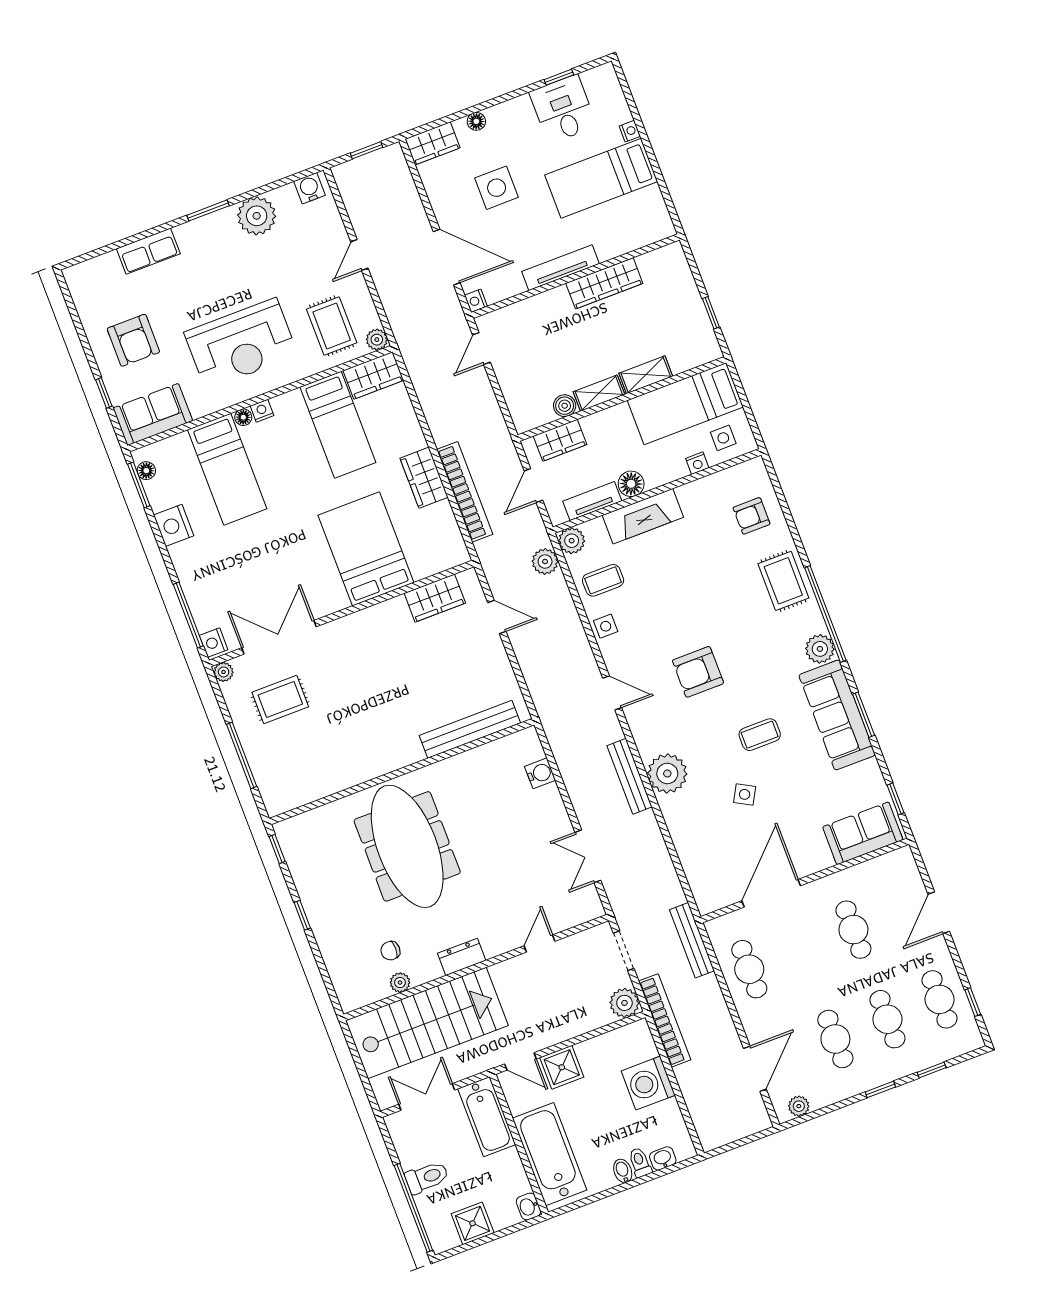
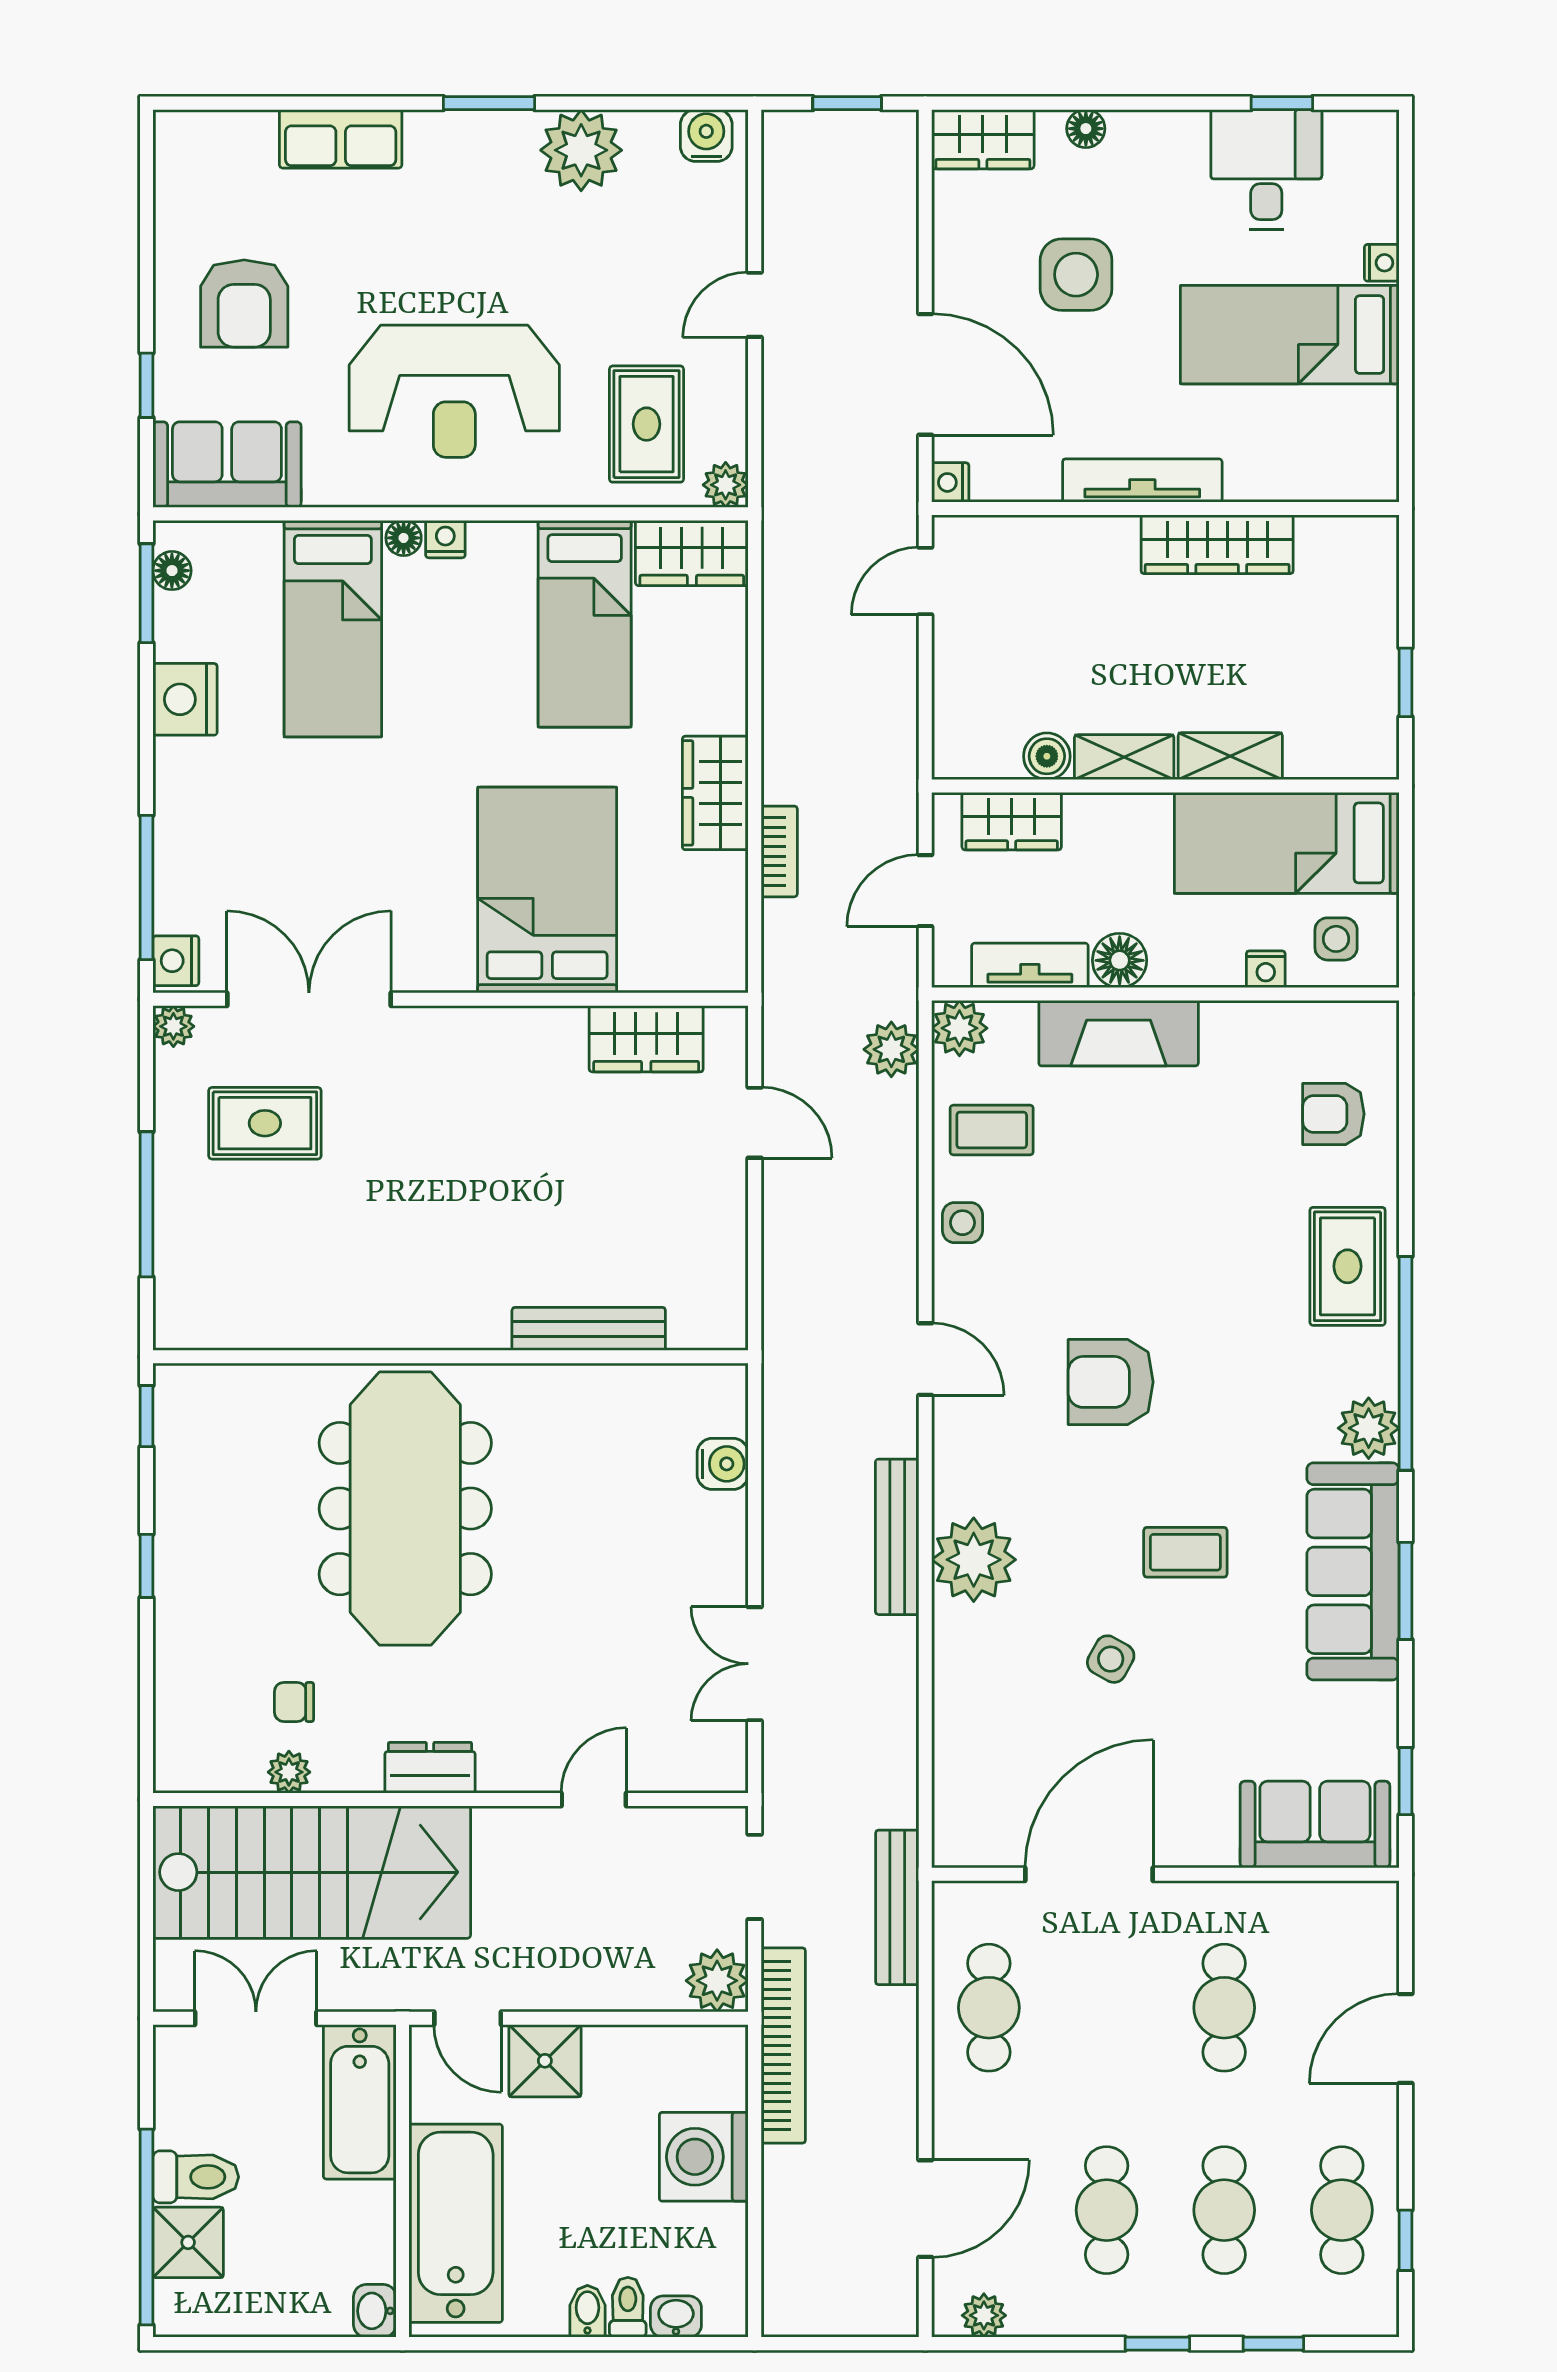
bookcase: (465, 492) -> (779, 851), width x0.43, depth x0.76
bench: (470, 729) -> (589, 1329), width x0.73, depth x0.82
shower: (473, 1223) -> (188, 2242), moved

